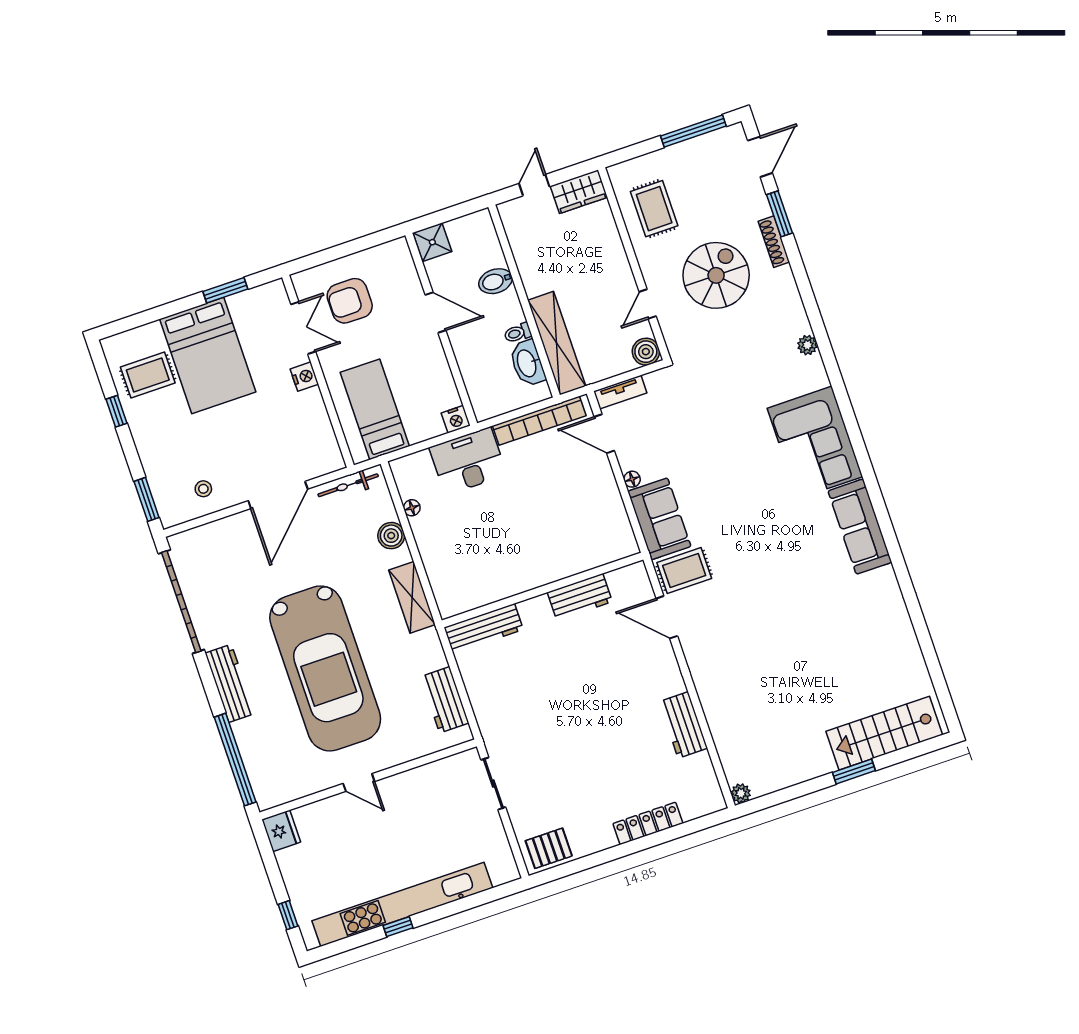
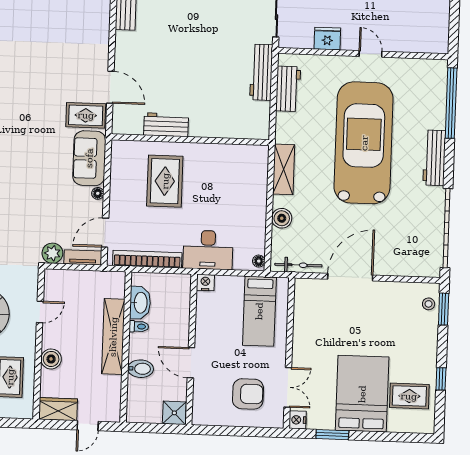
double door: (303, 328) -> (288, 387), swing flipped
shelving: (557, 343) -> (113, 337), moved
boiler: (646, 352) -> (51, 359), moved
nightstand: (304, 377) -> (298, 420), moved
plant: (660, 383) -> (52, 253), added
door: (604, 434) -> (105, 233), swing flipped
stool: (203, 489) -> (429, 304), moved
floor lamp: (412, 508) -> (259, 261), moved
rug: (554, 526) -> (165, 181), added
workbench: (484, 628) -> (261, 72), moved, turned -90
fridge: (281, 831) -> (327, 39), moved, turned 90

